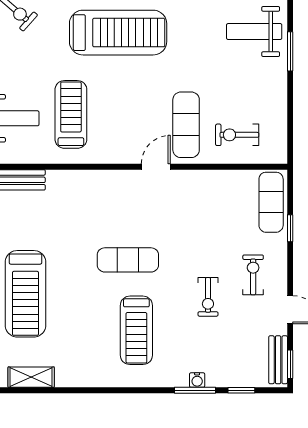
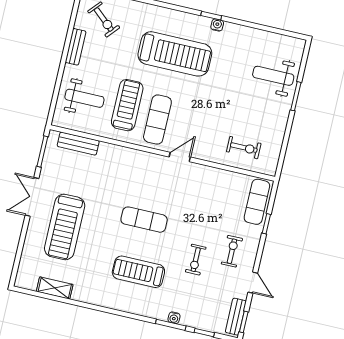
exercise mat: (186, 125) -> (157, 119), moved
exercise bike: (237, 135) -> (244, 148), turned 180
treadmill: (136, 330) -> (138, 272), turned 90

